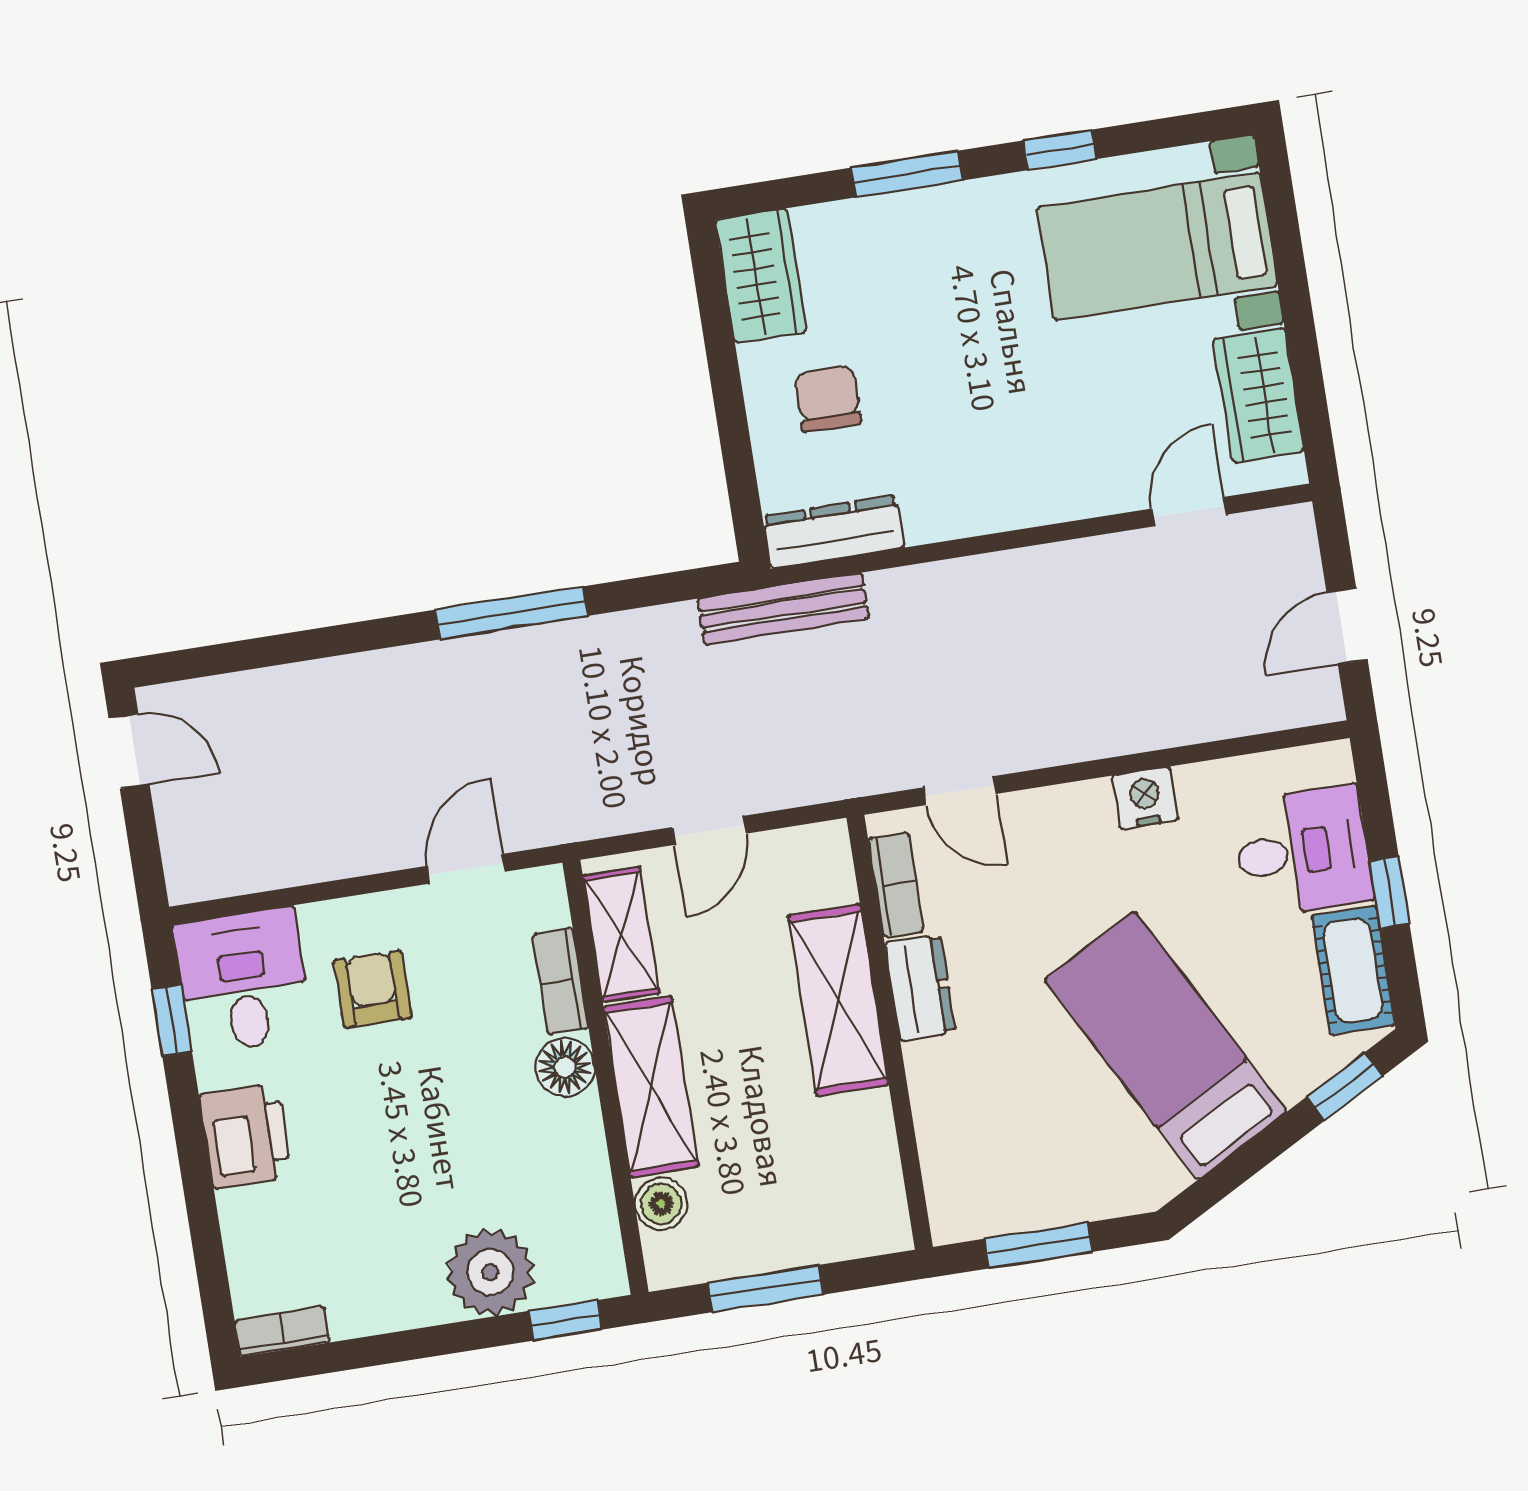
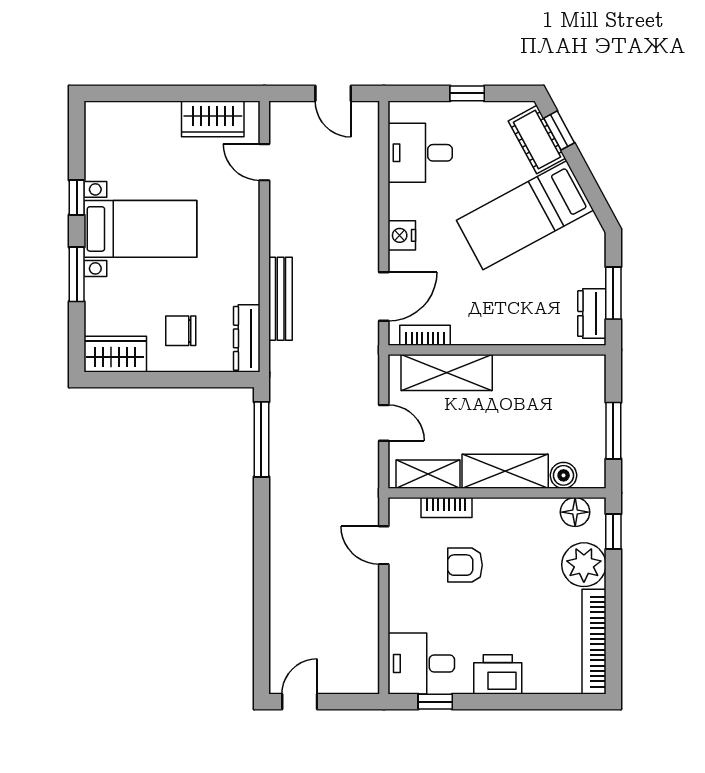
bed with nightstands: (1157, 246) -> (140, 229), moved, turned -90
bench: (783, 609) -> (281, 299), moved
window: (512, 613) -> (261, 439), moved
door: (960, 791) -> (384, 297), width x1.38
nightstand: (1145, 798) -> (402, 235), moved
desk: (1303, 852) -> (420, 153), moved, turned -90
cot: (1353, 970) -> (537, 140), moved, turned 62
dresser: (920, 988) -> (592, 314), moved, turned -90
armchair: (373, 989) -> (465, 565), moved
shelving: (838, 1000) -> (447, 372), moved
floor lamp: (565, 1067) -> (575, 512), moved
bookcase: (282, 1331) -> (594, 642), width x2.31, depth x1.31

